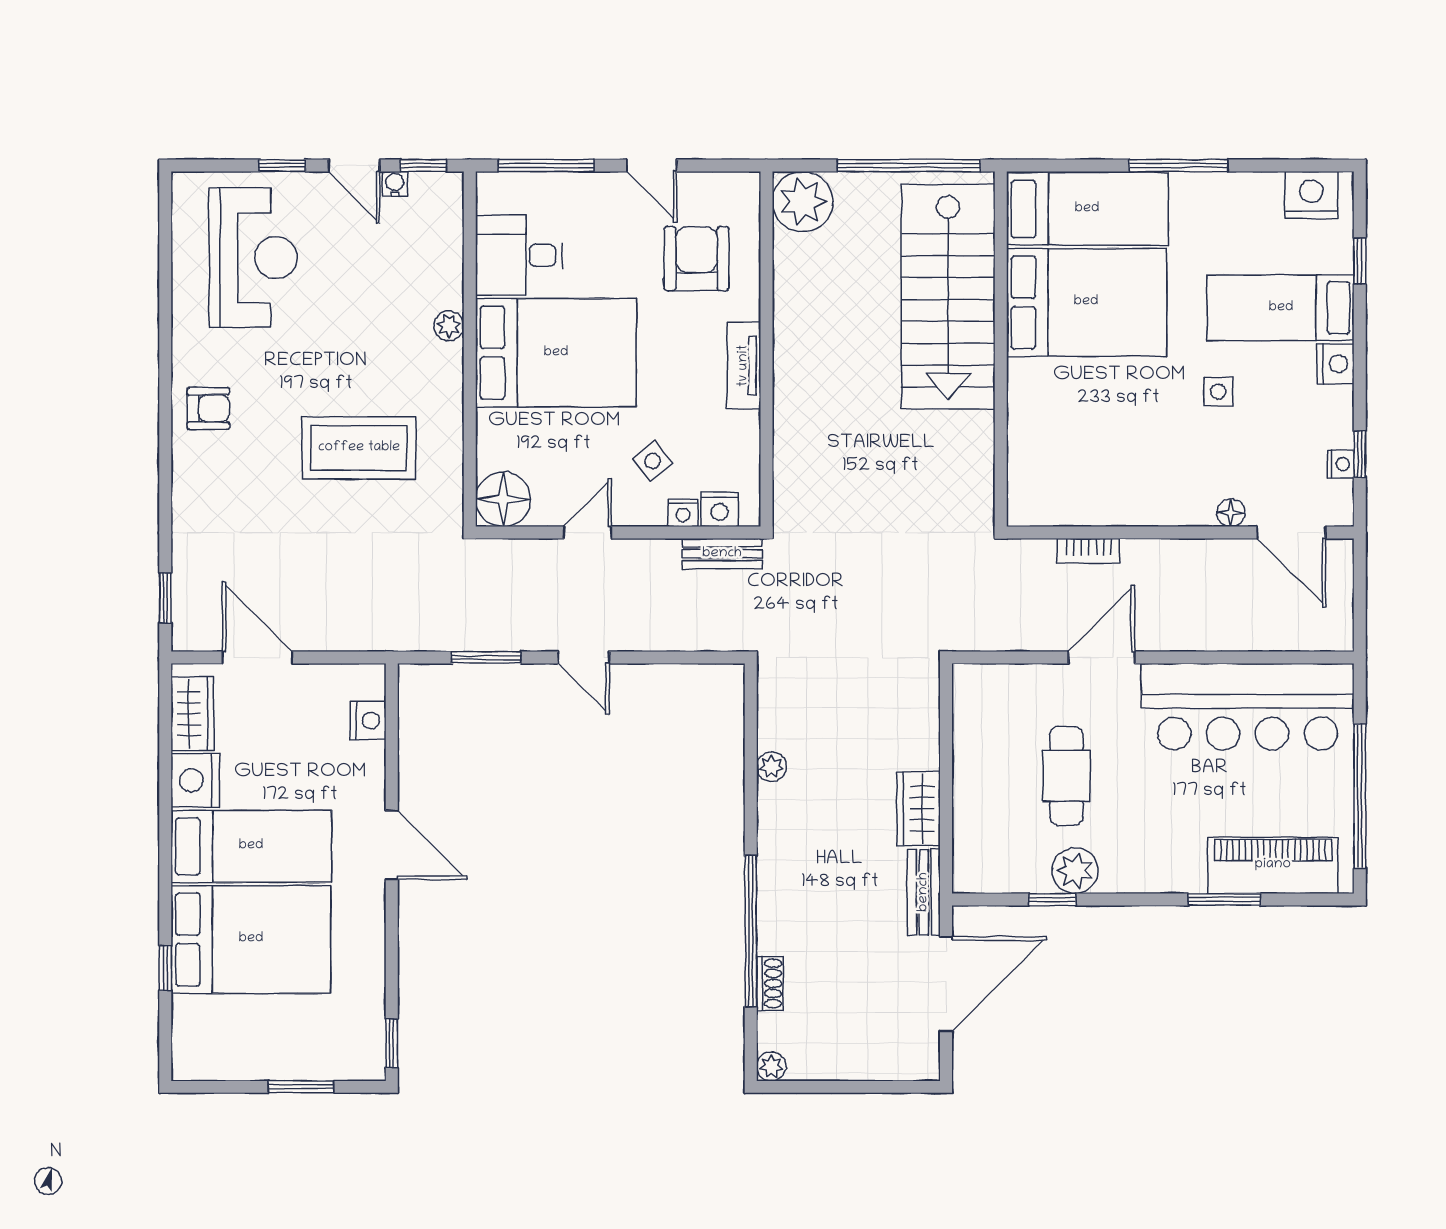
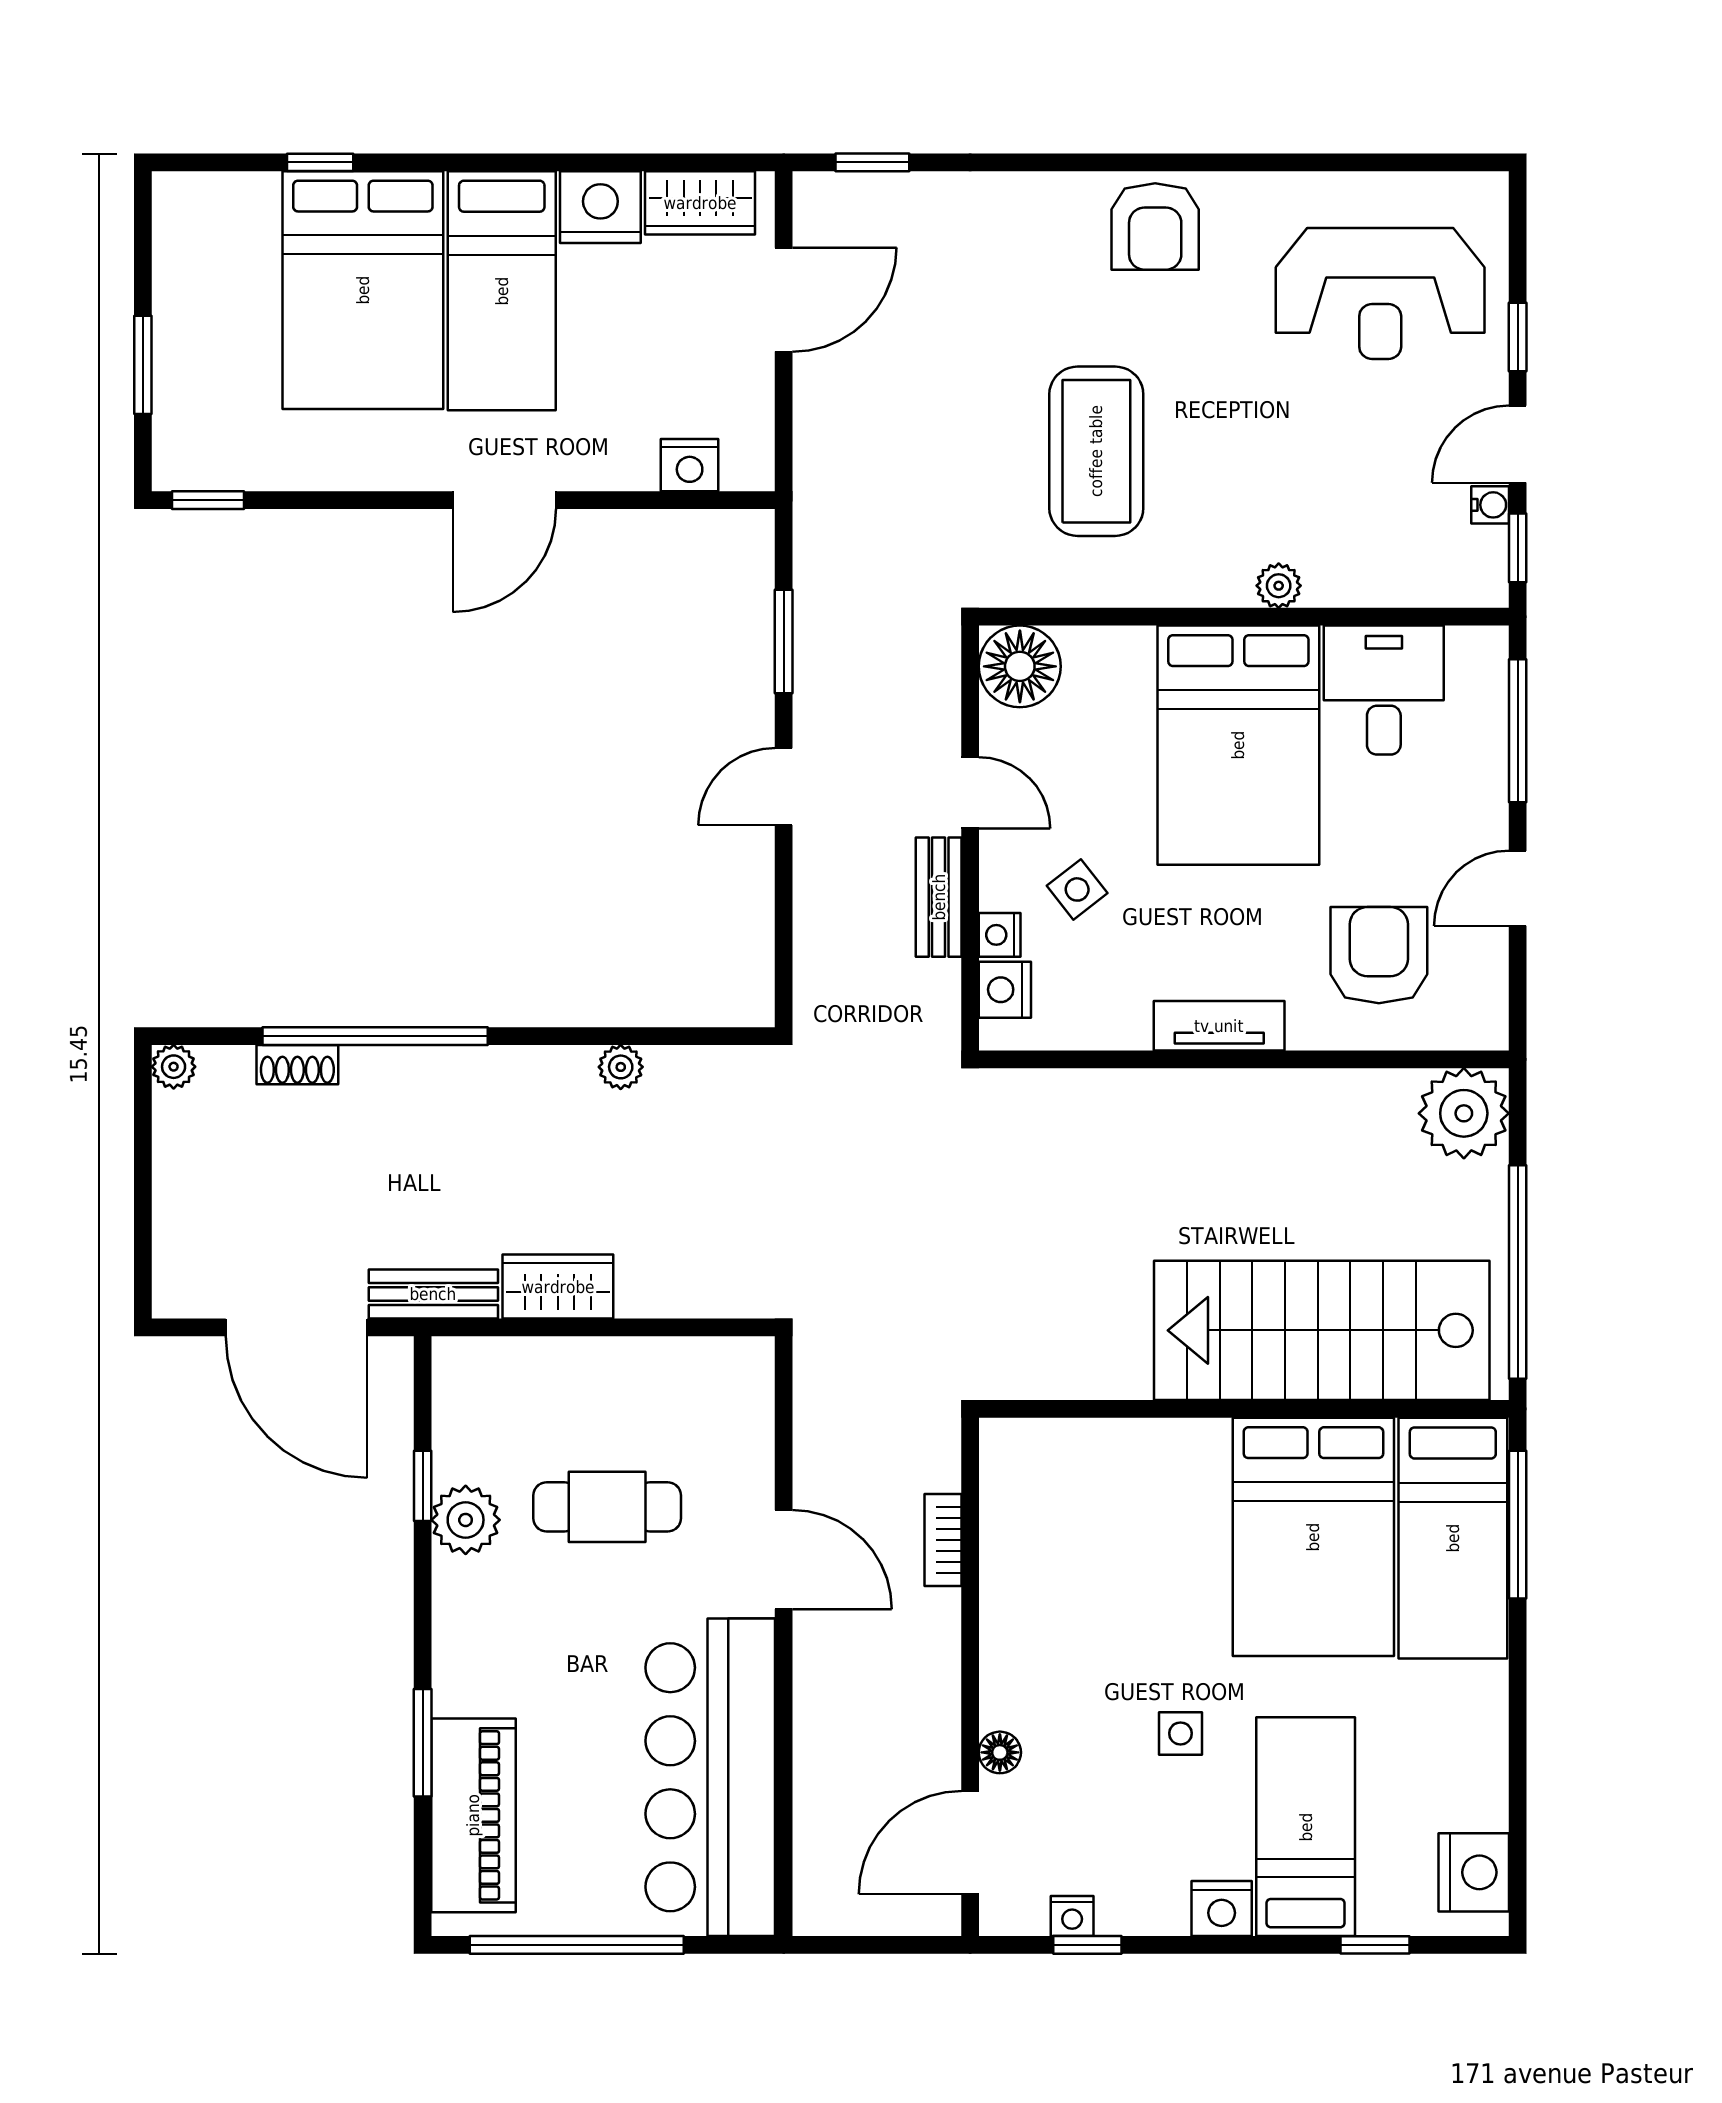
window: (1179, 166) -> (1518, 1525), moved
armchair: (697, 259) -> (1379, 955), turned -90
armchair: (208, 408) -> (1155, 226), width x1.38, depth x1.38
bench: (722, 554) -> (939, 897), moved

